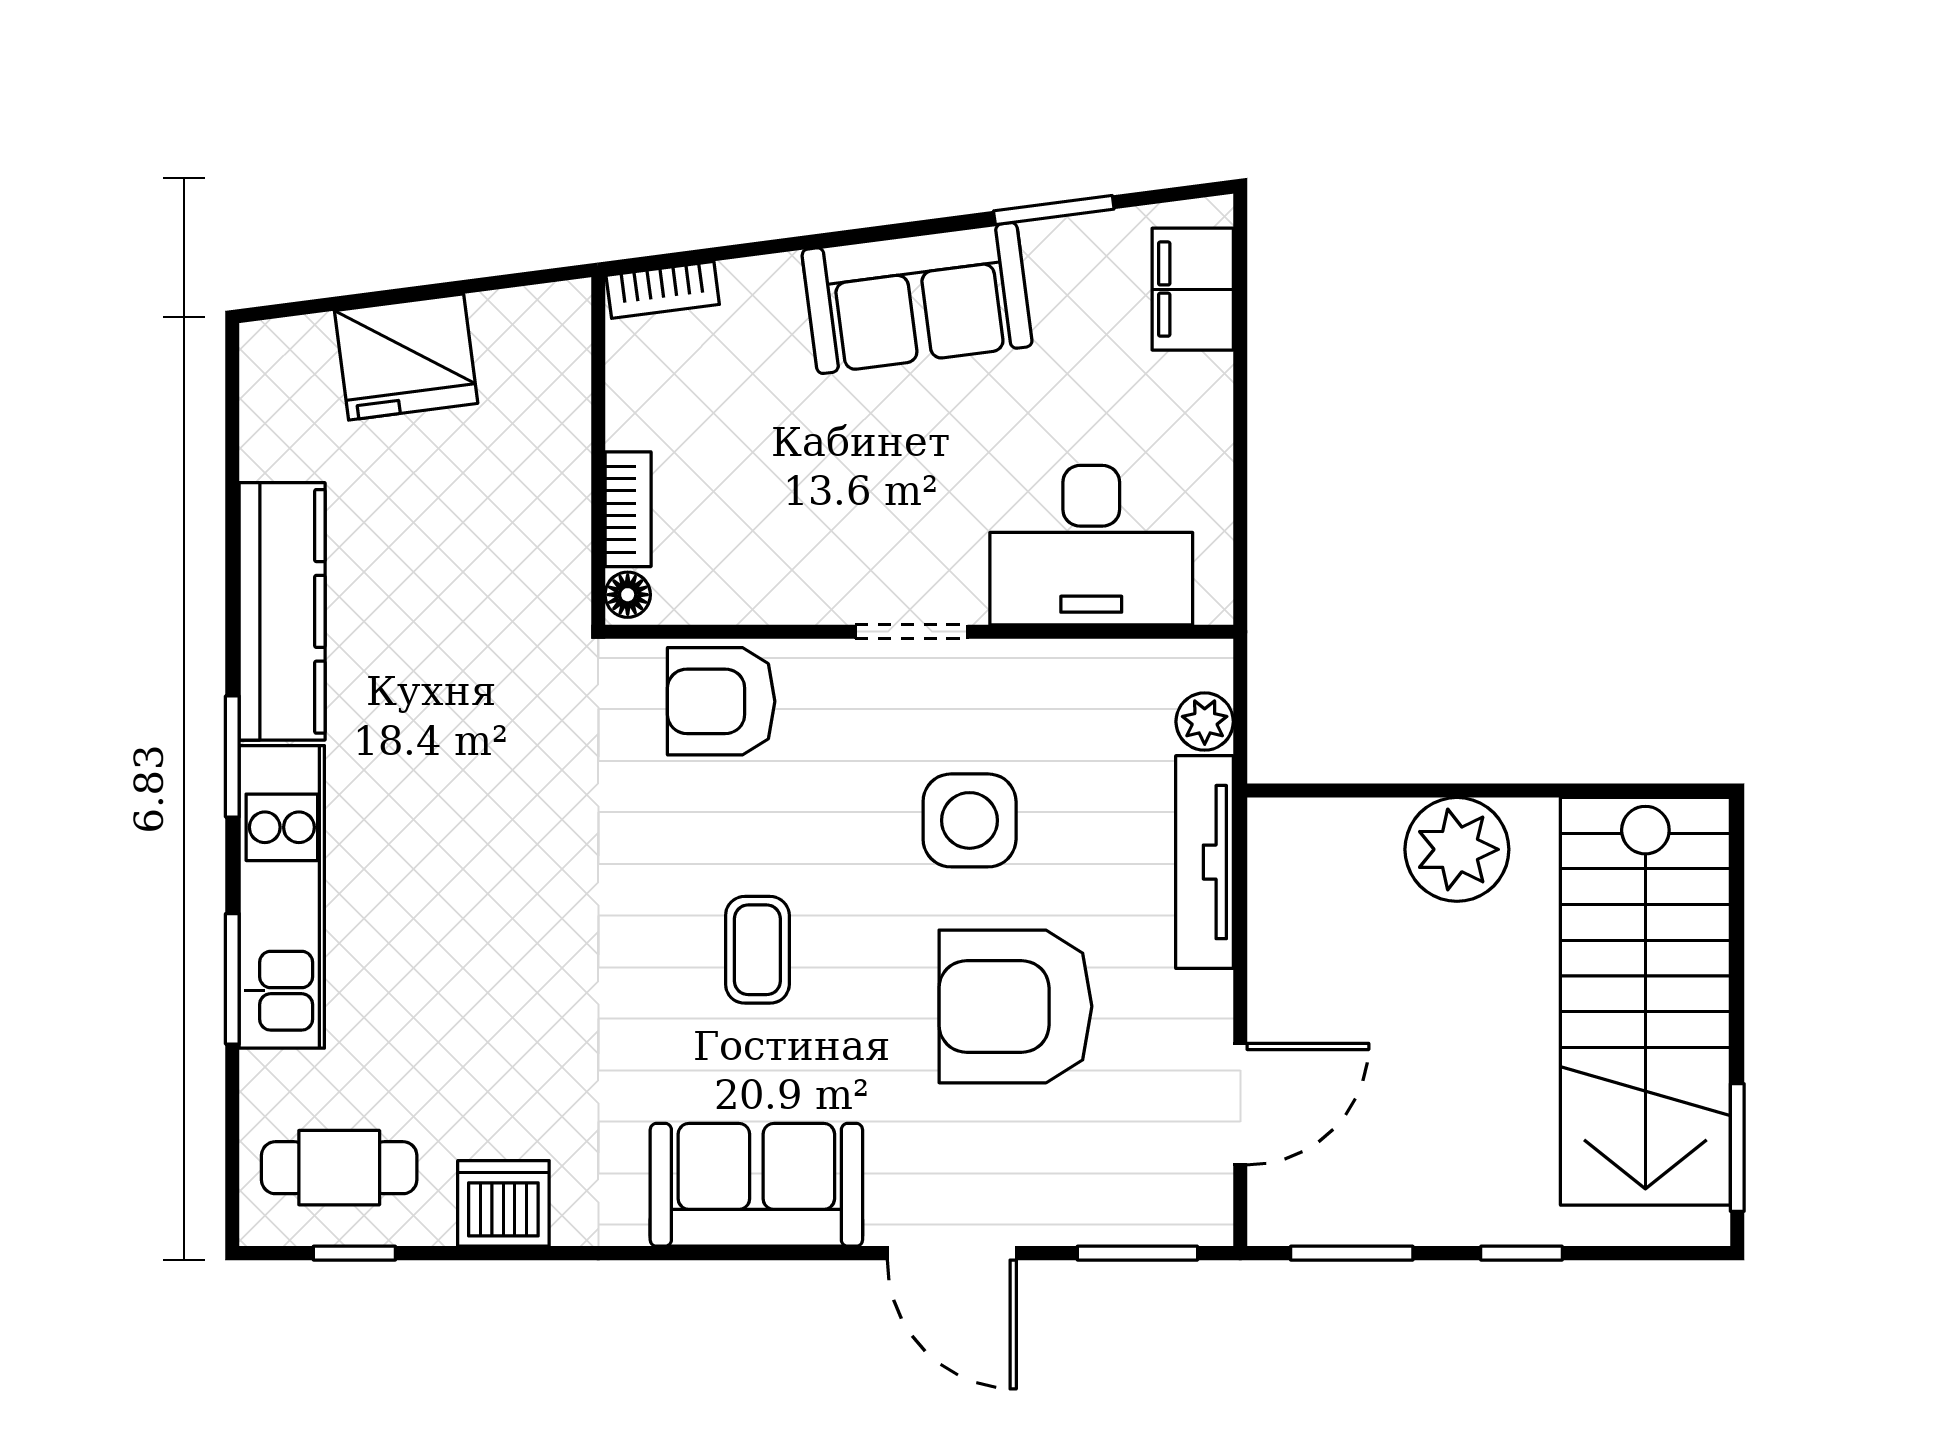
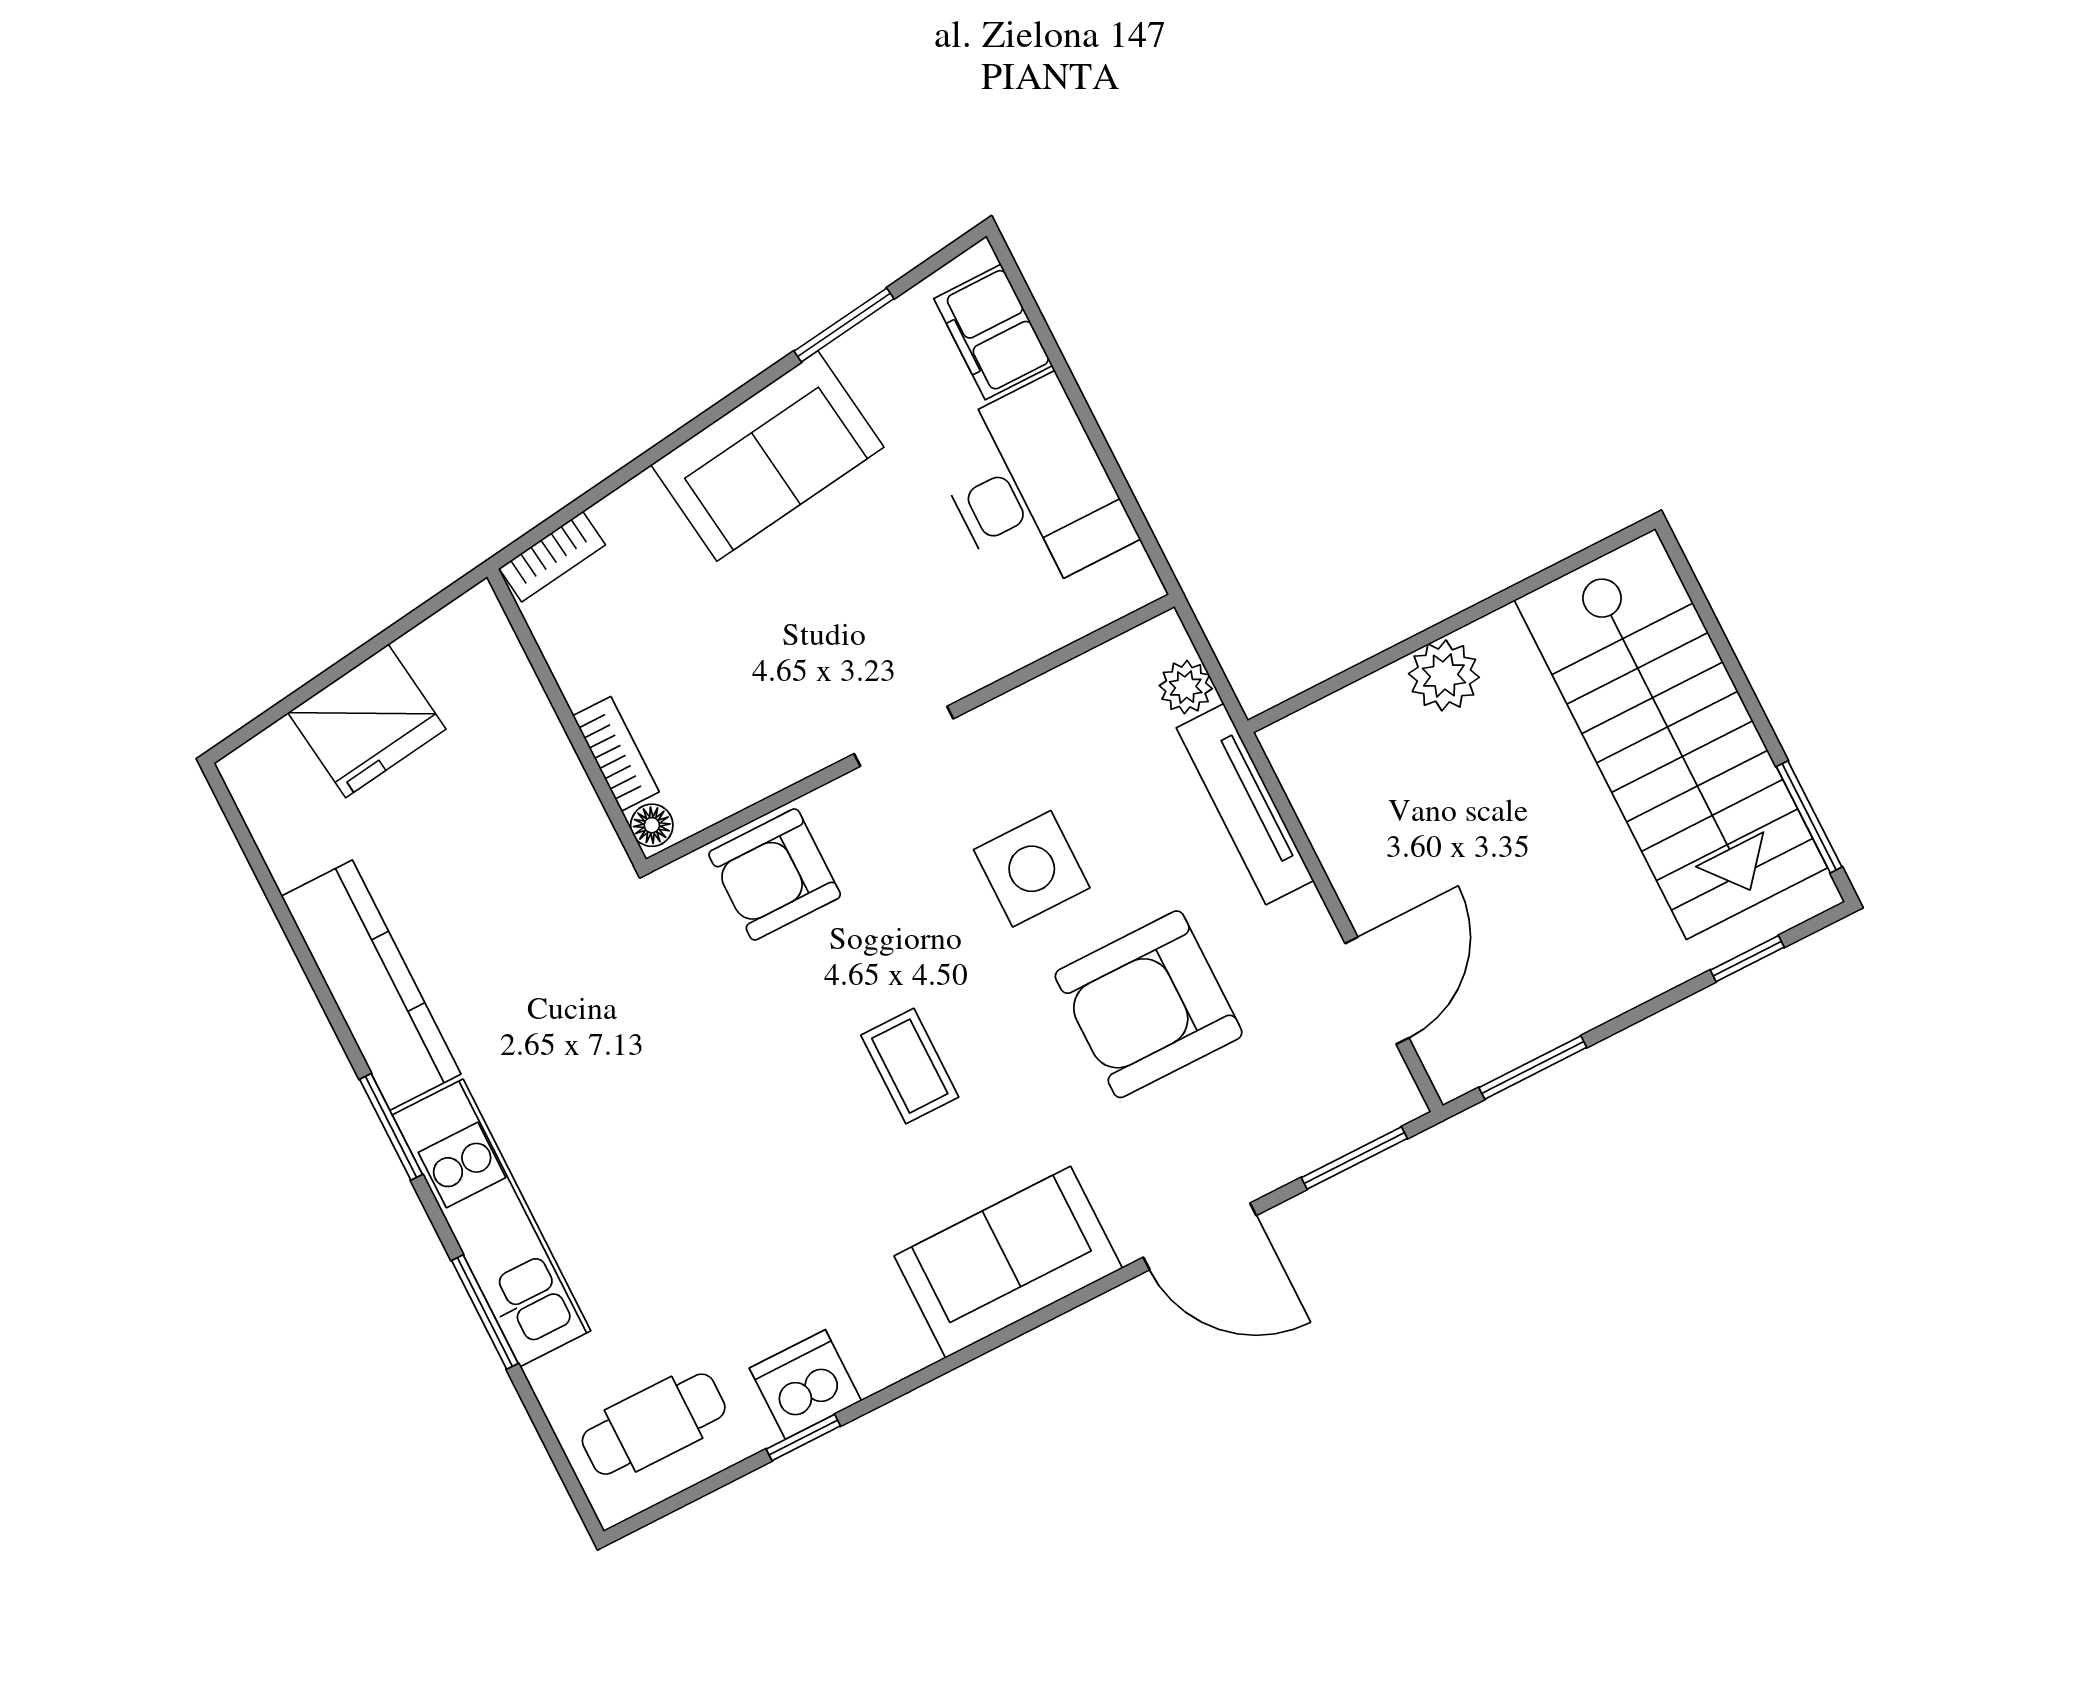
desk: (1091, 545) -> (1031, 488), moved, turned -90
plant: (1457, 849) -> (1444, 675), width x0.73, depth x0.73
window: (354, 1253) -> (803, 1438), moved
window: (1521, 1253) -> (1747, 959), moved

